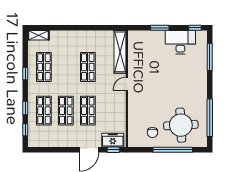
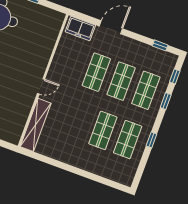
shelving: (39, 35) -> (121, 178), removed
shop shelf: (88, 67) -> (103, 130), moved
chair: (152, 133) -> (32, 21), removed
window: (113, 150) -> (160, 45), moved

